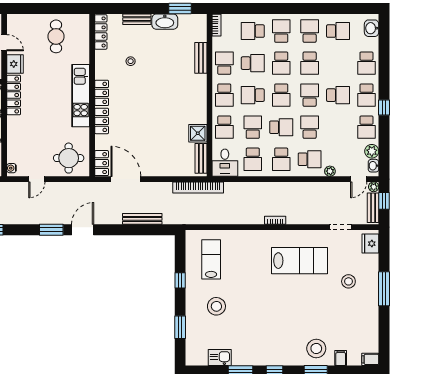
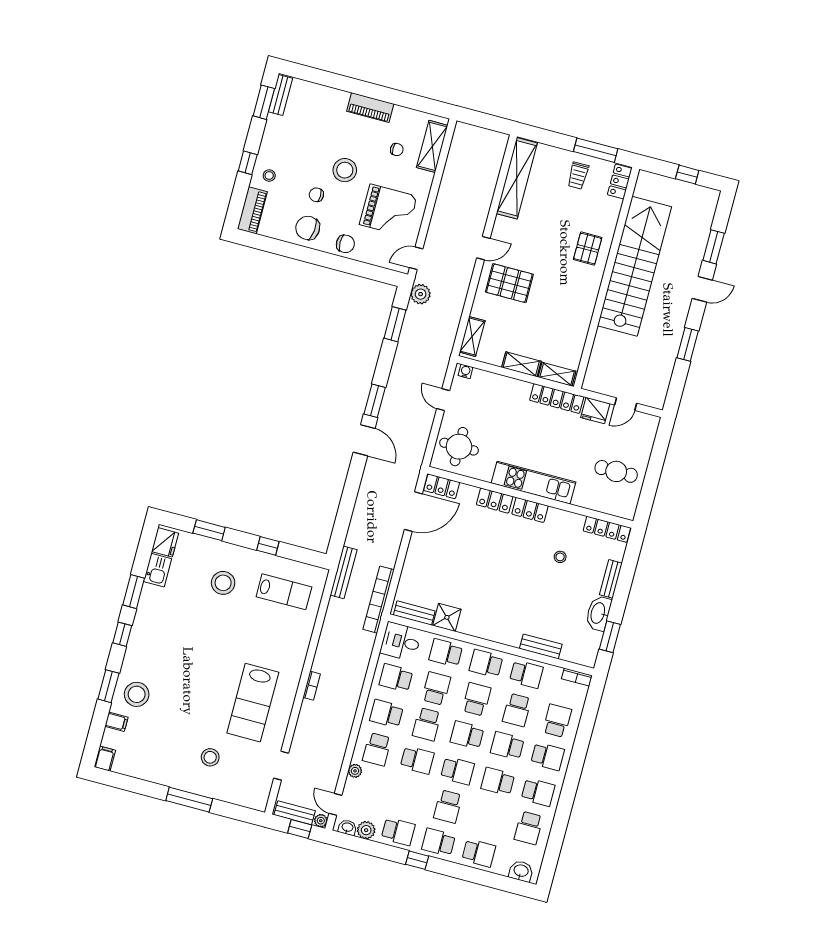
school desk: (366, 63) -> (479, 853), turned 180
school desk: (253, 127) -> (436, 689), turned -90
school desk: (366, 127) -> (398, 832), turned 180
bench: (142, 219) -> (344, 572), moved
fridge: (370, 244) -> (165, 542), moved, turned 90

